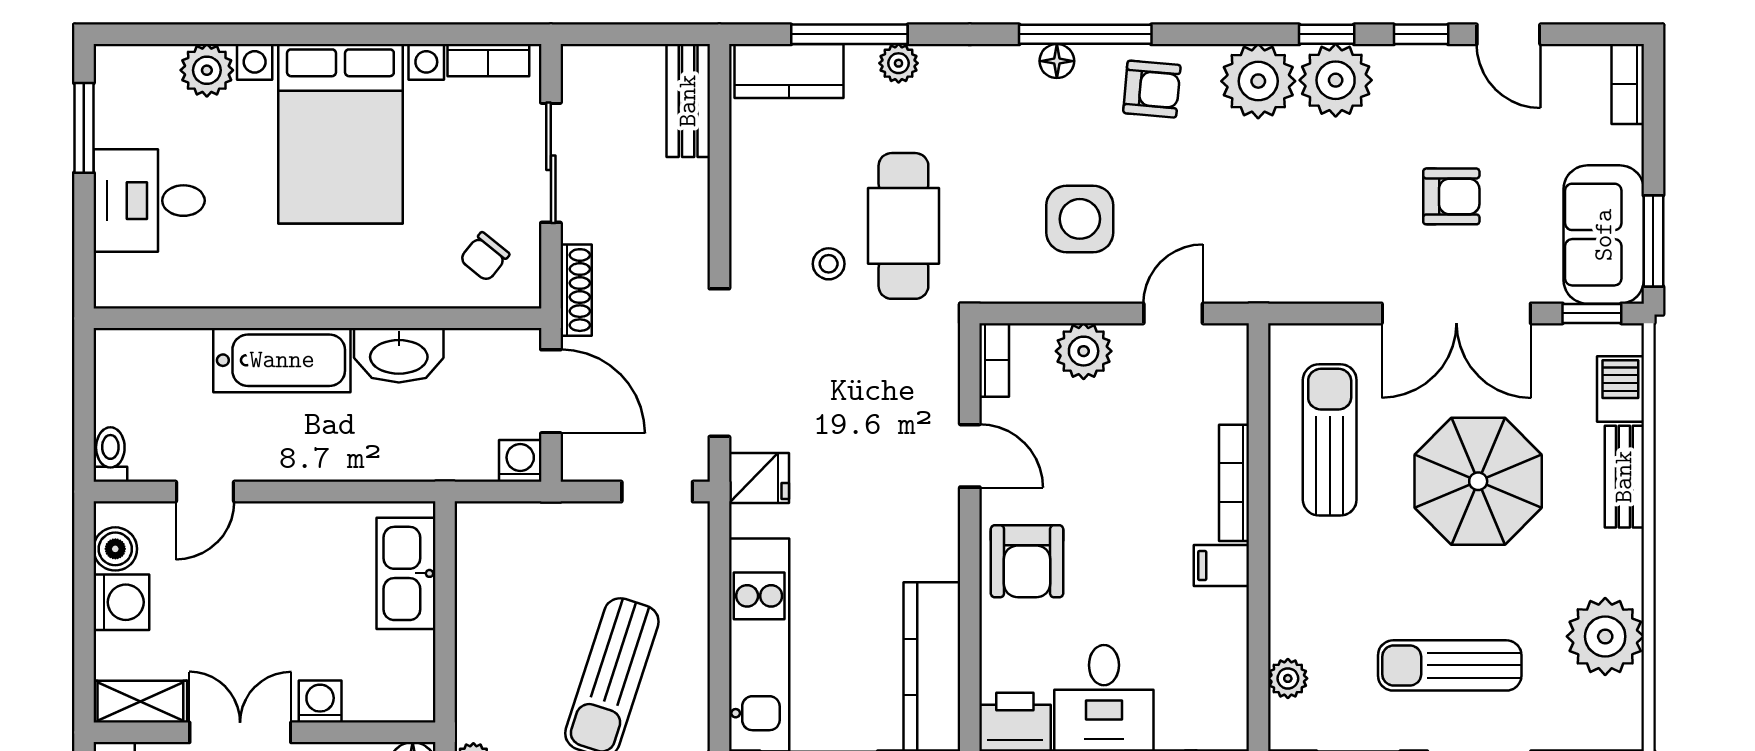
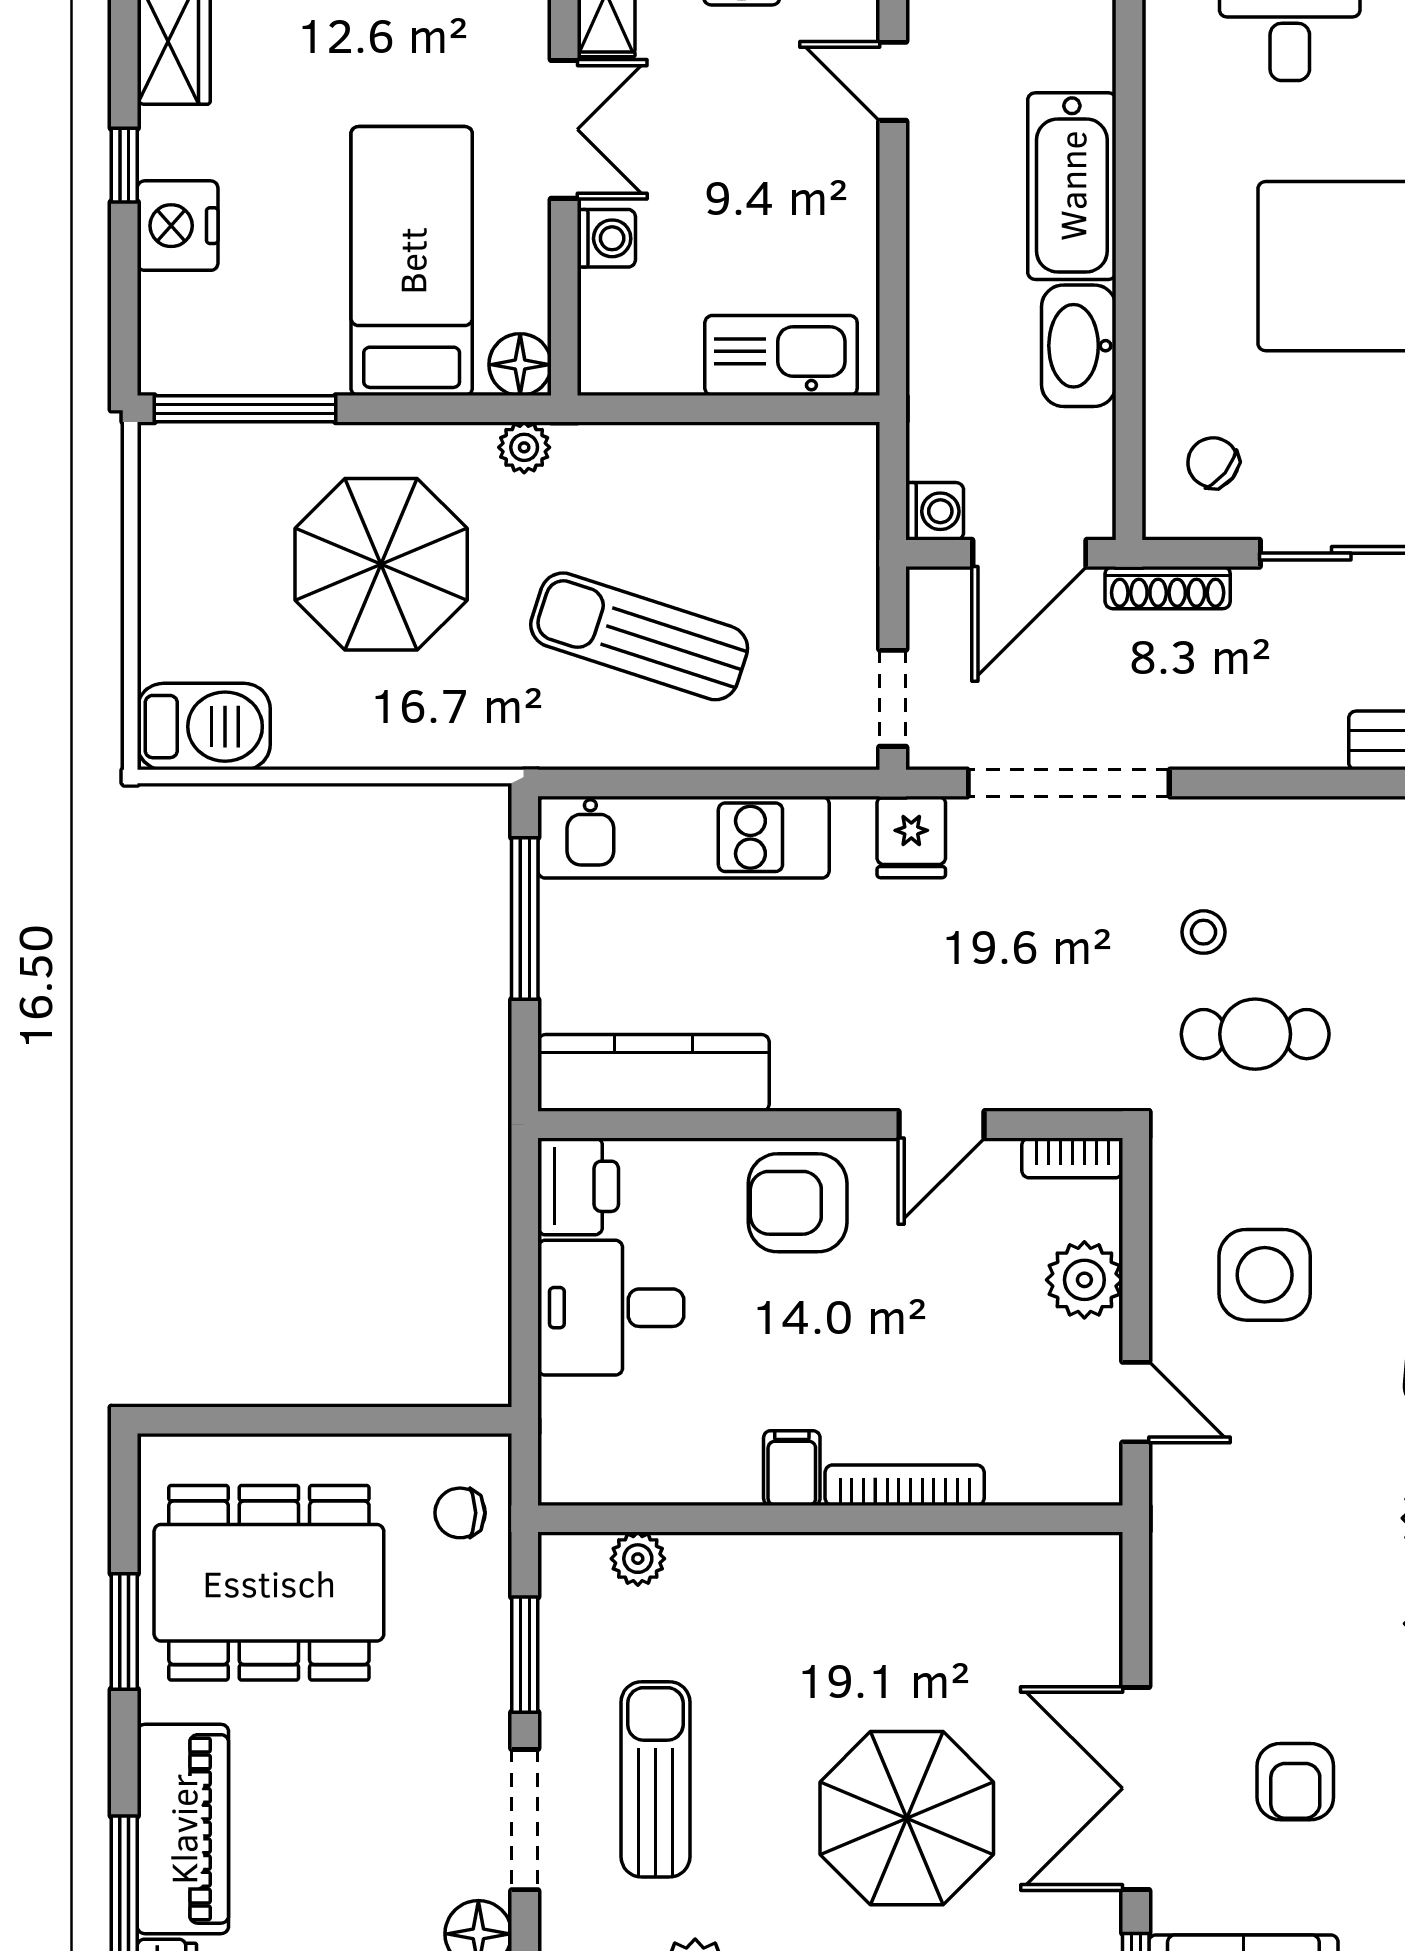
cafe table: (903, 226) -> (1255, 1034), width x0.73, depth x0.74
sun lounger: (1330, 440) -> (963, 1616), removed

